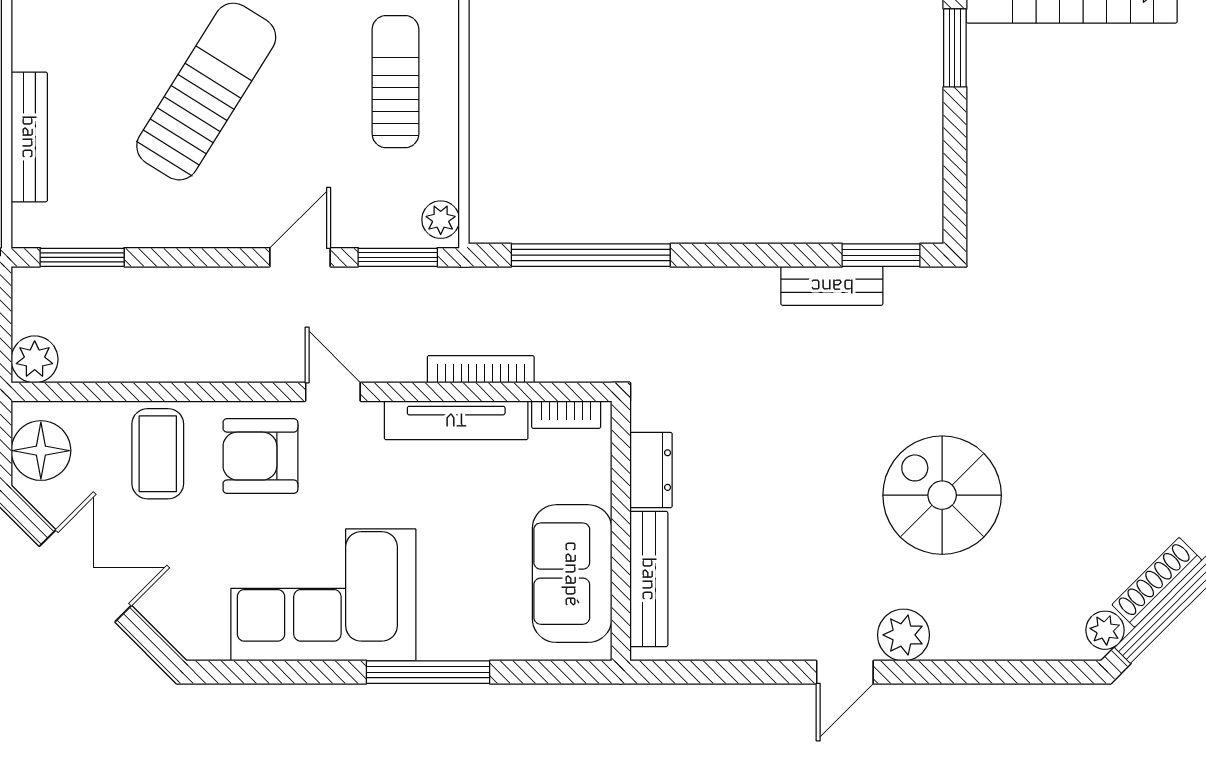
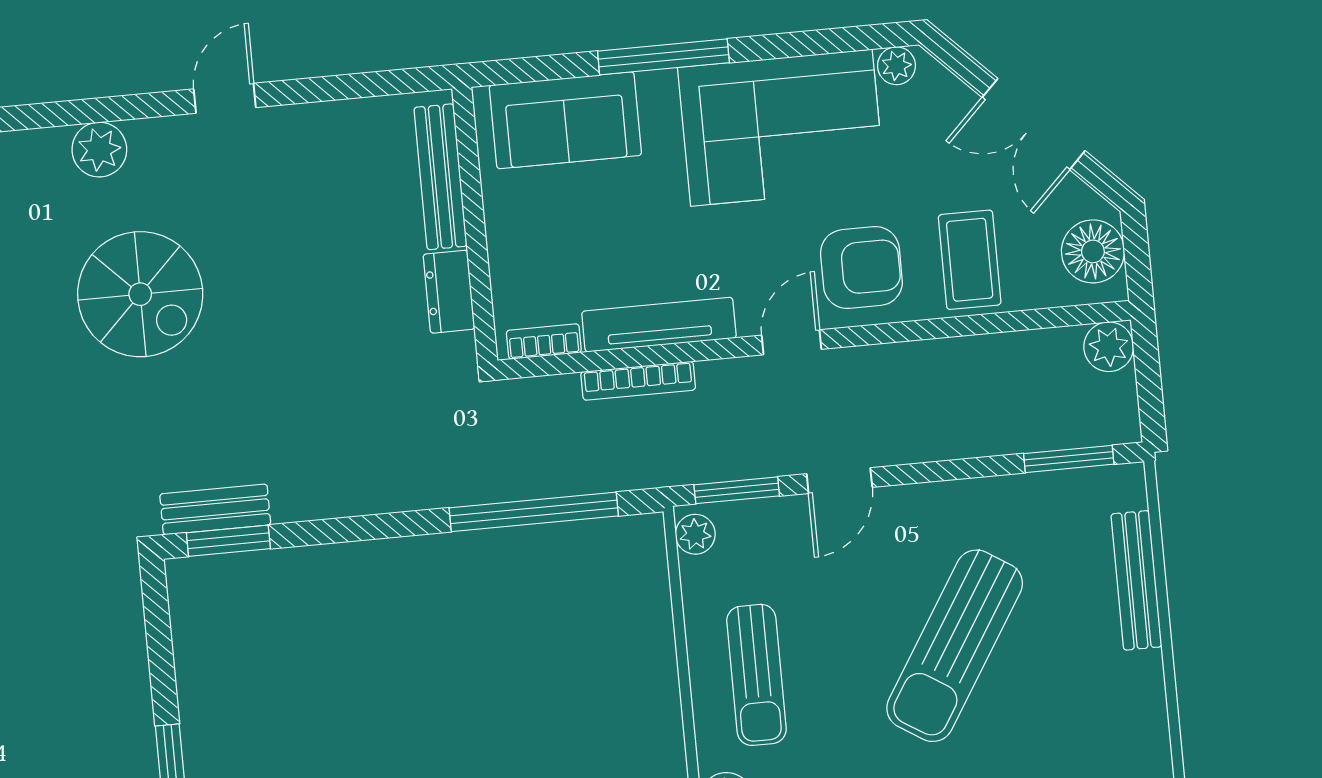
bench: (832, 286) -> (215, 509), moved
door: (333, 392) -> (792, 342), swing flipped
sofa: (572, 574) -> (565, 120), moved, turned 90
plant: (903, 635) -> (99, 150), moved
plant: (209, 643) -> (896, 66), added

